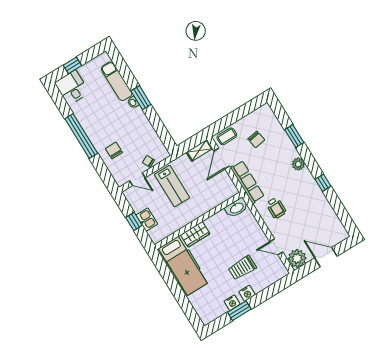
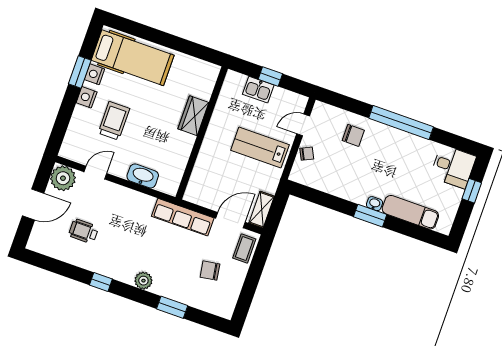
door: (222, 159) -> (230, 220), hinge flipped
washbasin: (237, 208) -> (143, 176), moved, turned 90
wheelchair: (276, 208) -> (84, 231), moved
hospital bed: (183, 266) -> (133, 58), moved, turned 180

